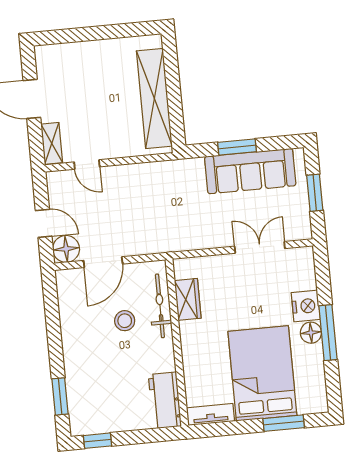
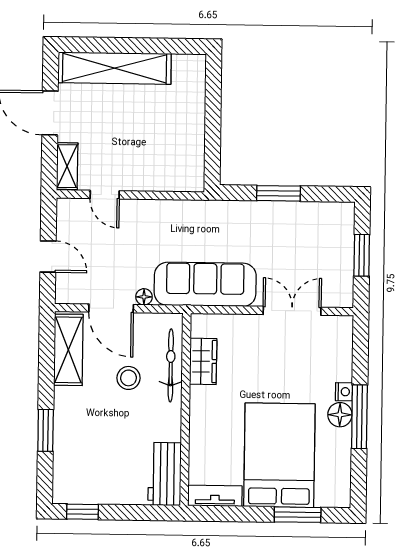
shelving: (154, 98) -> (115, 68), moved, turned 90
sofa: (250, 171) -> (205, 284), moved, turned 180
floor lamp: (66, 249) -> (144, 297), moved, width x0.53, depth x0.53
door: (103, 262) -> (111, 308), hinge flipped
shelving: (70, 302) -> (68, 350), added
nightstand: (306, 306) -> (344, 392), width x0.53, depth x0.56
window: (60, 396) -> (46, 430), moved

